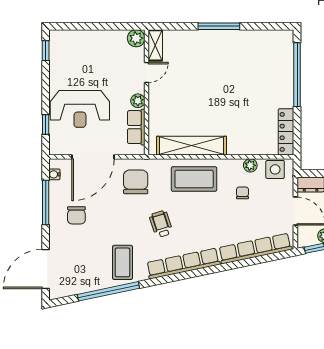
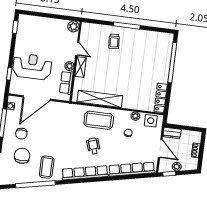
shelving: (155, 45) -> (81, 67), moved
trolley: (202, 53) -> (114, 41), added
door: (147, 72) -> (77, 49), hinge flipped
reception desk: (80, 109) -> (32, 67), turned 180
chair: (136, 182) -> (22, 156), moved
wheelchair: (161, 224) -> (93, 146), moved

